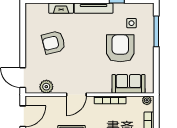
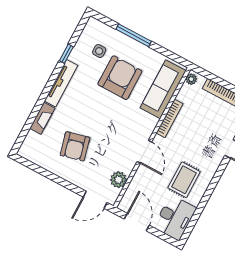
window: (156, 31) -> (134, 35), moved
armchair: (120, 48) -> (120, 78), turned 90
sofa: (129, 84) -> (163, 89), width x1.36

